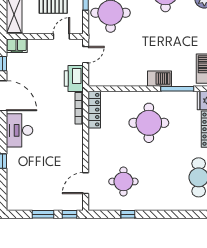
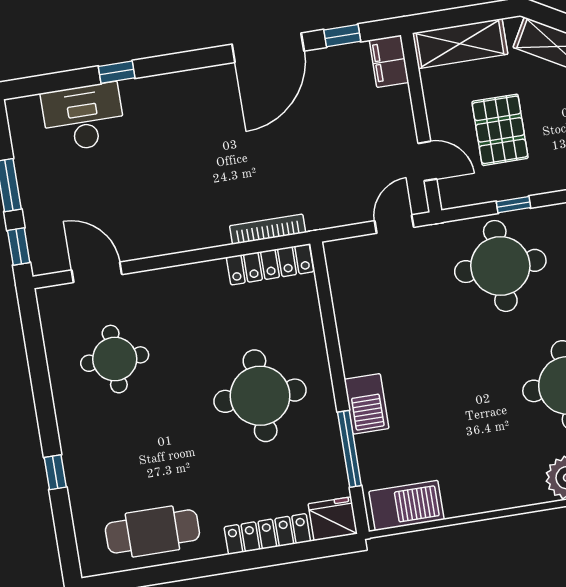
door: (86, 55) -> (394, 224), swing flipped
printer: (74, 78) -> (335, 205), removed
desk: (20, 130) -> (83, 117), moved
window: (128, 214) -> (55, 472), moved

